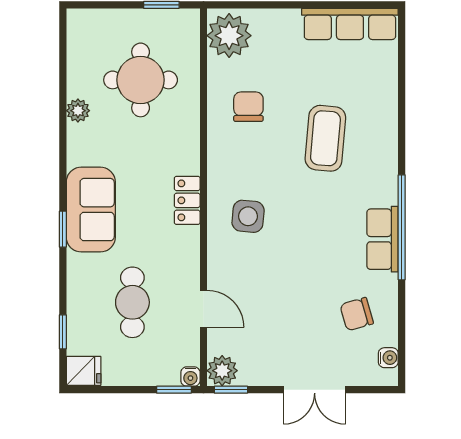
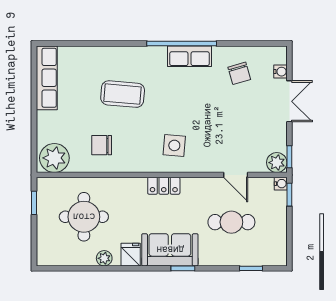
door: (204, 309) -> (236, 175), swing flipped
water cooler: (388, 358) -> (280, 72), moved, turned 90
fridge: (84, 371) -> (131, 255), moved

